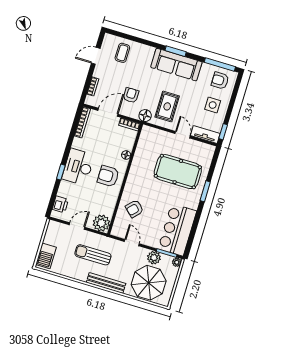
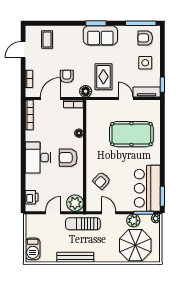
sofa: (176, 65) -> (100, 35), width x0.73
window: (61, 172) -> (23, 167), removed
window: (205, 191) -> (162, 196), moved
sun lounger: (93, 255) -> (83, 224), moved
bench: (106, 283) -> (75, 257), moved

